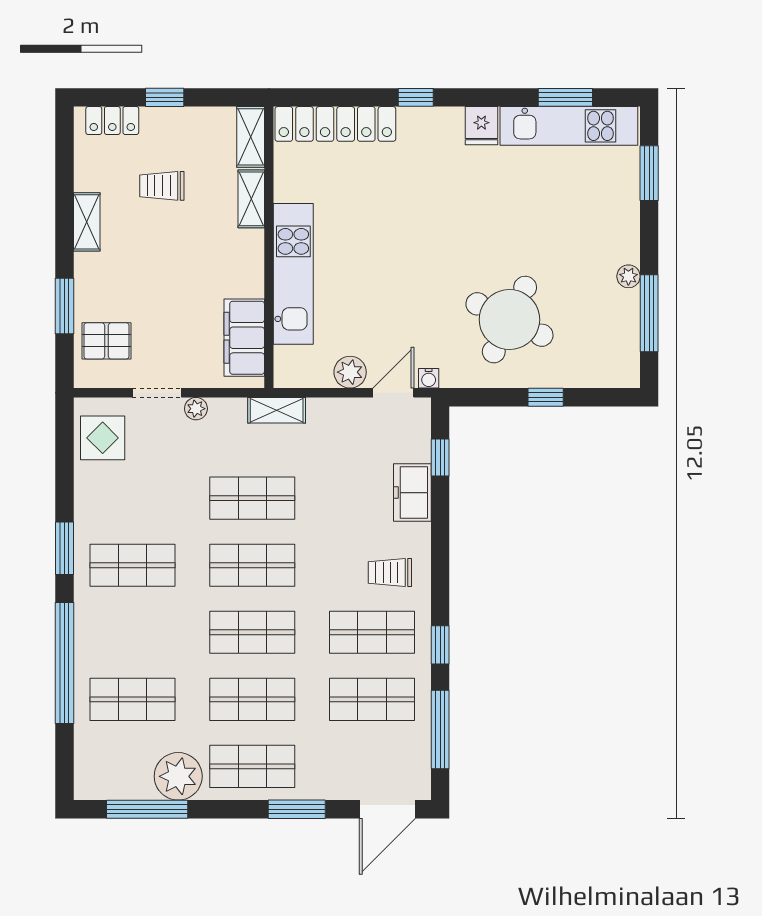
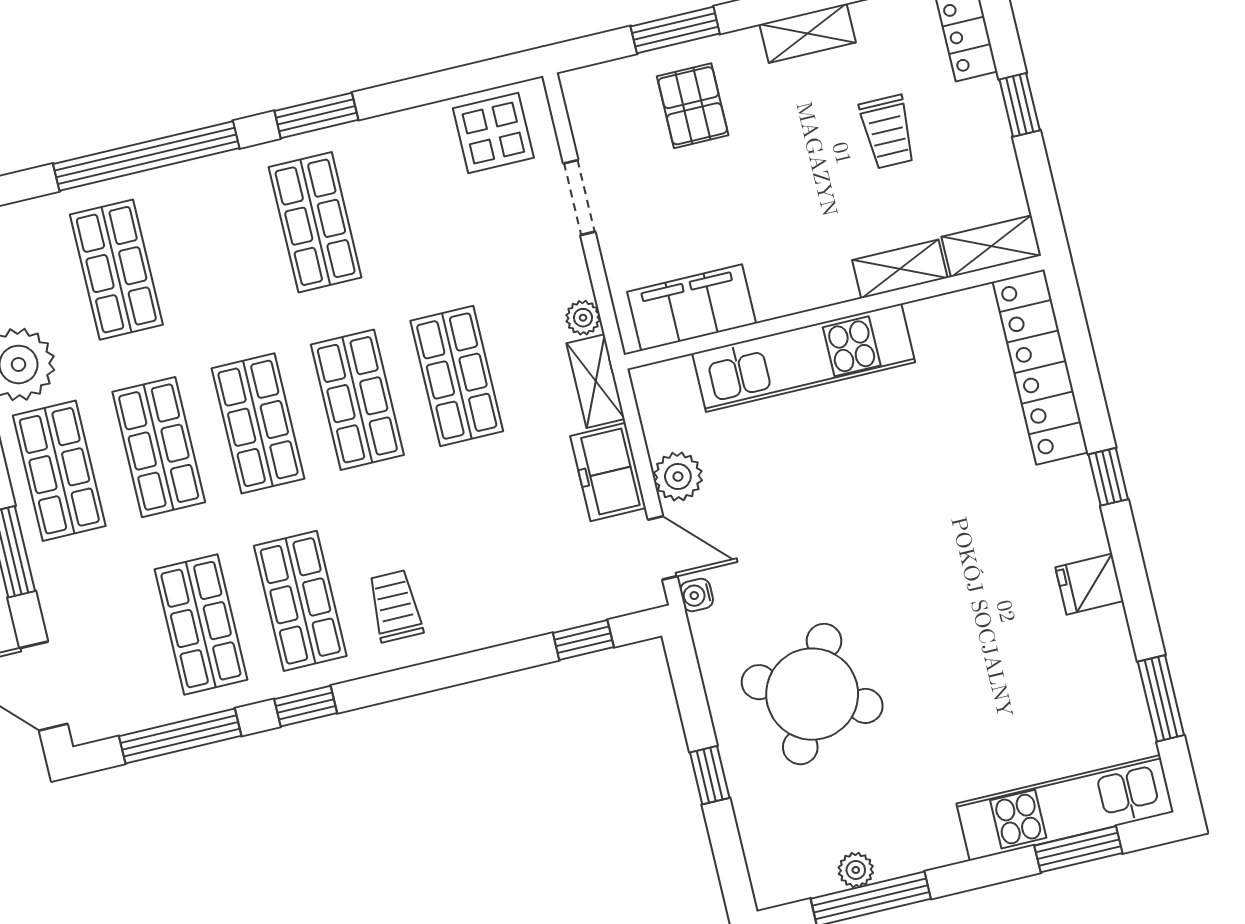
kitchen unit: (569, 126) -> (1065, 808), moved, turned 90
trolley: (162, 186) -> (888, 132), turned 180
plant: (628, 276) -> (856, 870), moved
pallet: (107, 341) -> (693, 106), moved
plant: (196, 409) -> (583, 318), moved
freezer: (412, 493) -> (608, 472), moved, turned -90

